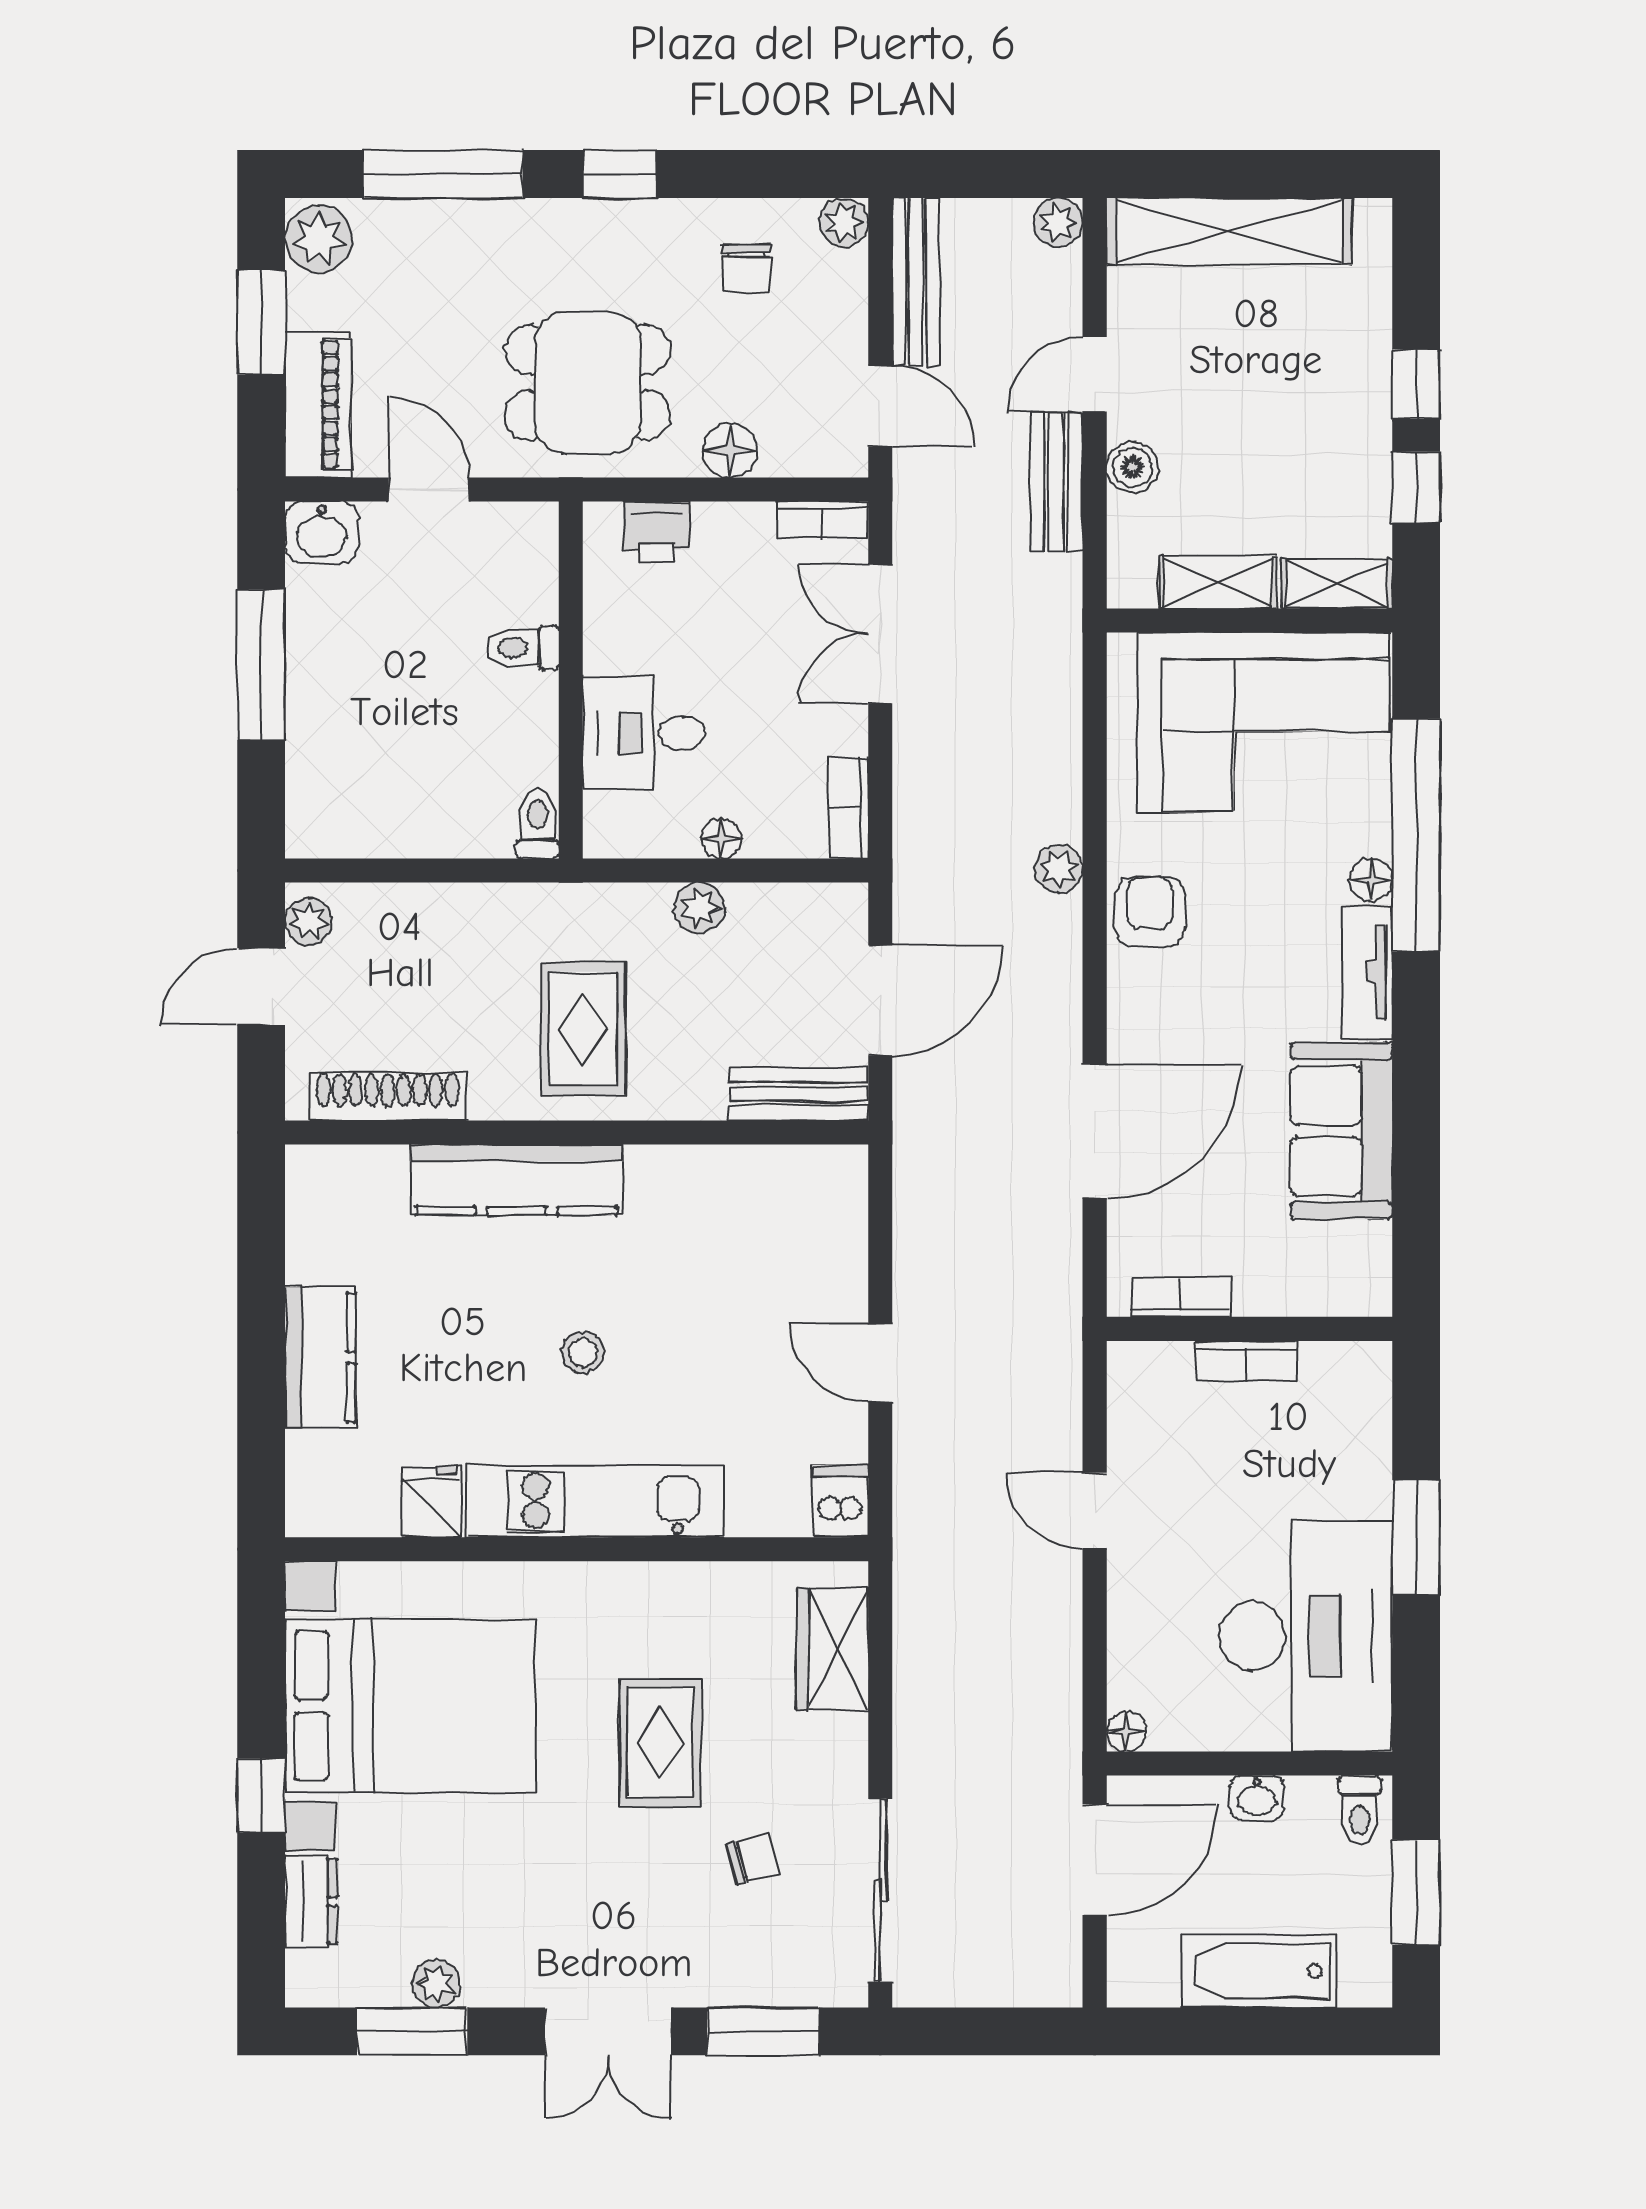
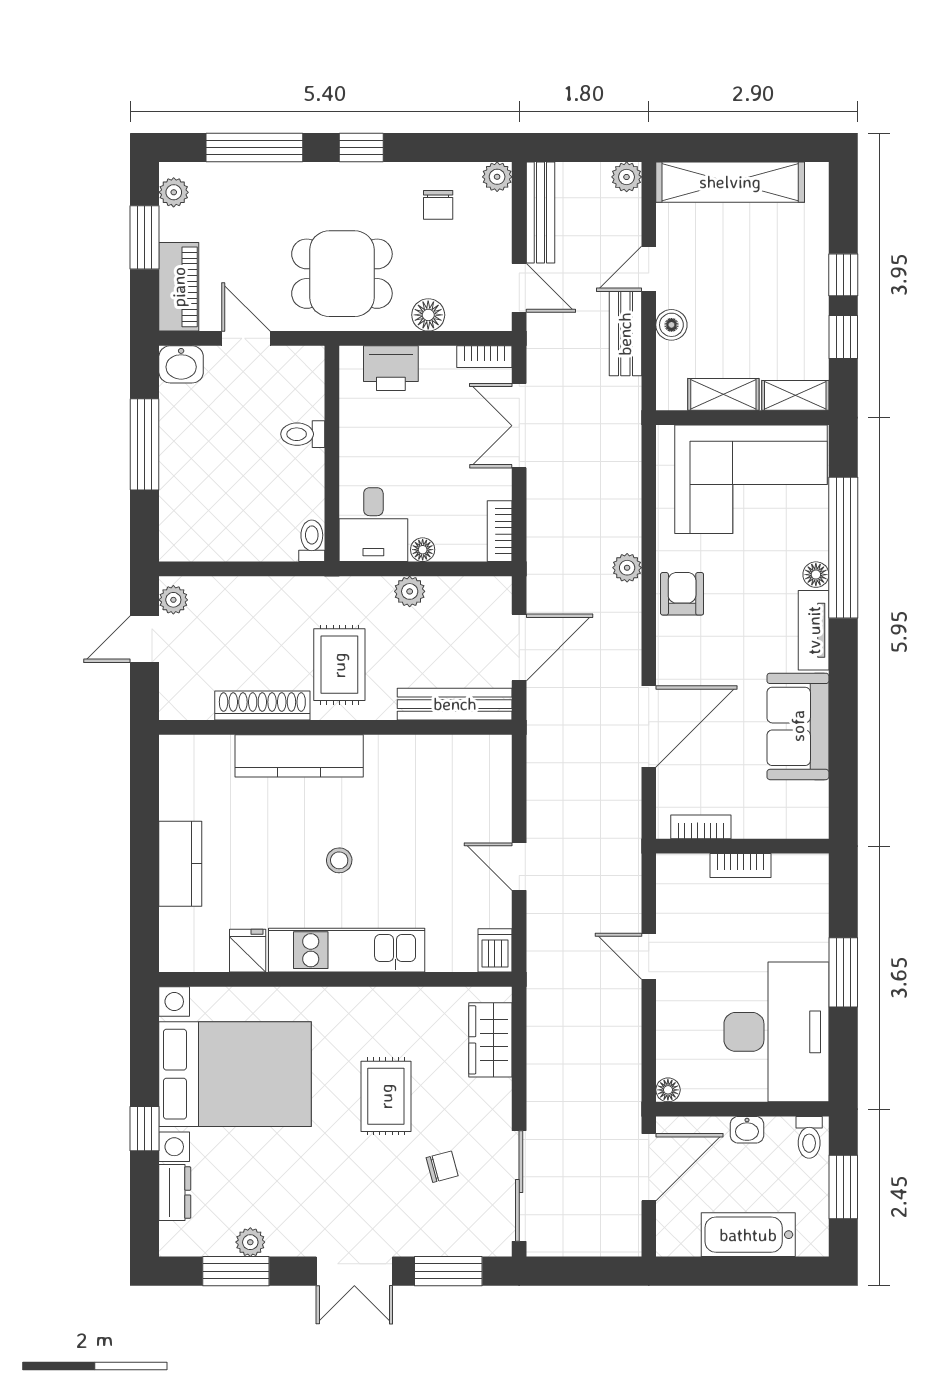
plant: (319, 239) -> (174, 192), width x0.73, depth x0.73
printer: (656, 531) -> (391, 368), width x1.36, depth x1.24
desk: (644, 733) -> (373, 525), moved, turned -90
bench: (799, 1094) -> (455, 704), width x1.36
shoe rack: (388, 1096) -> (262, 706), moved

